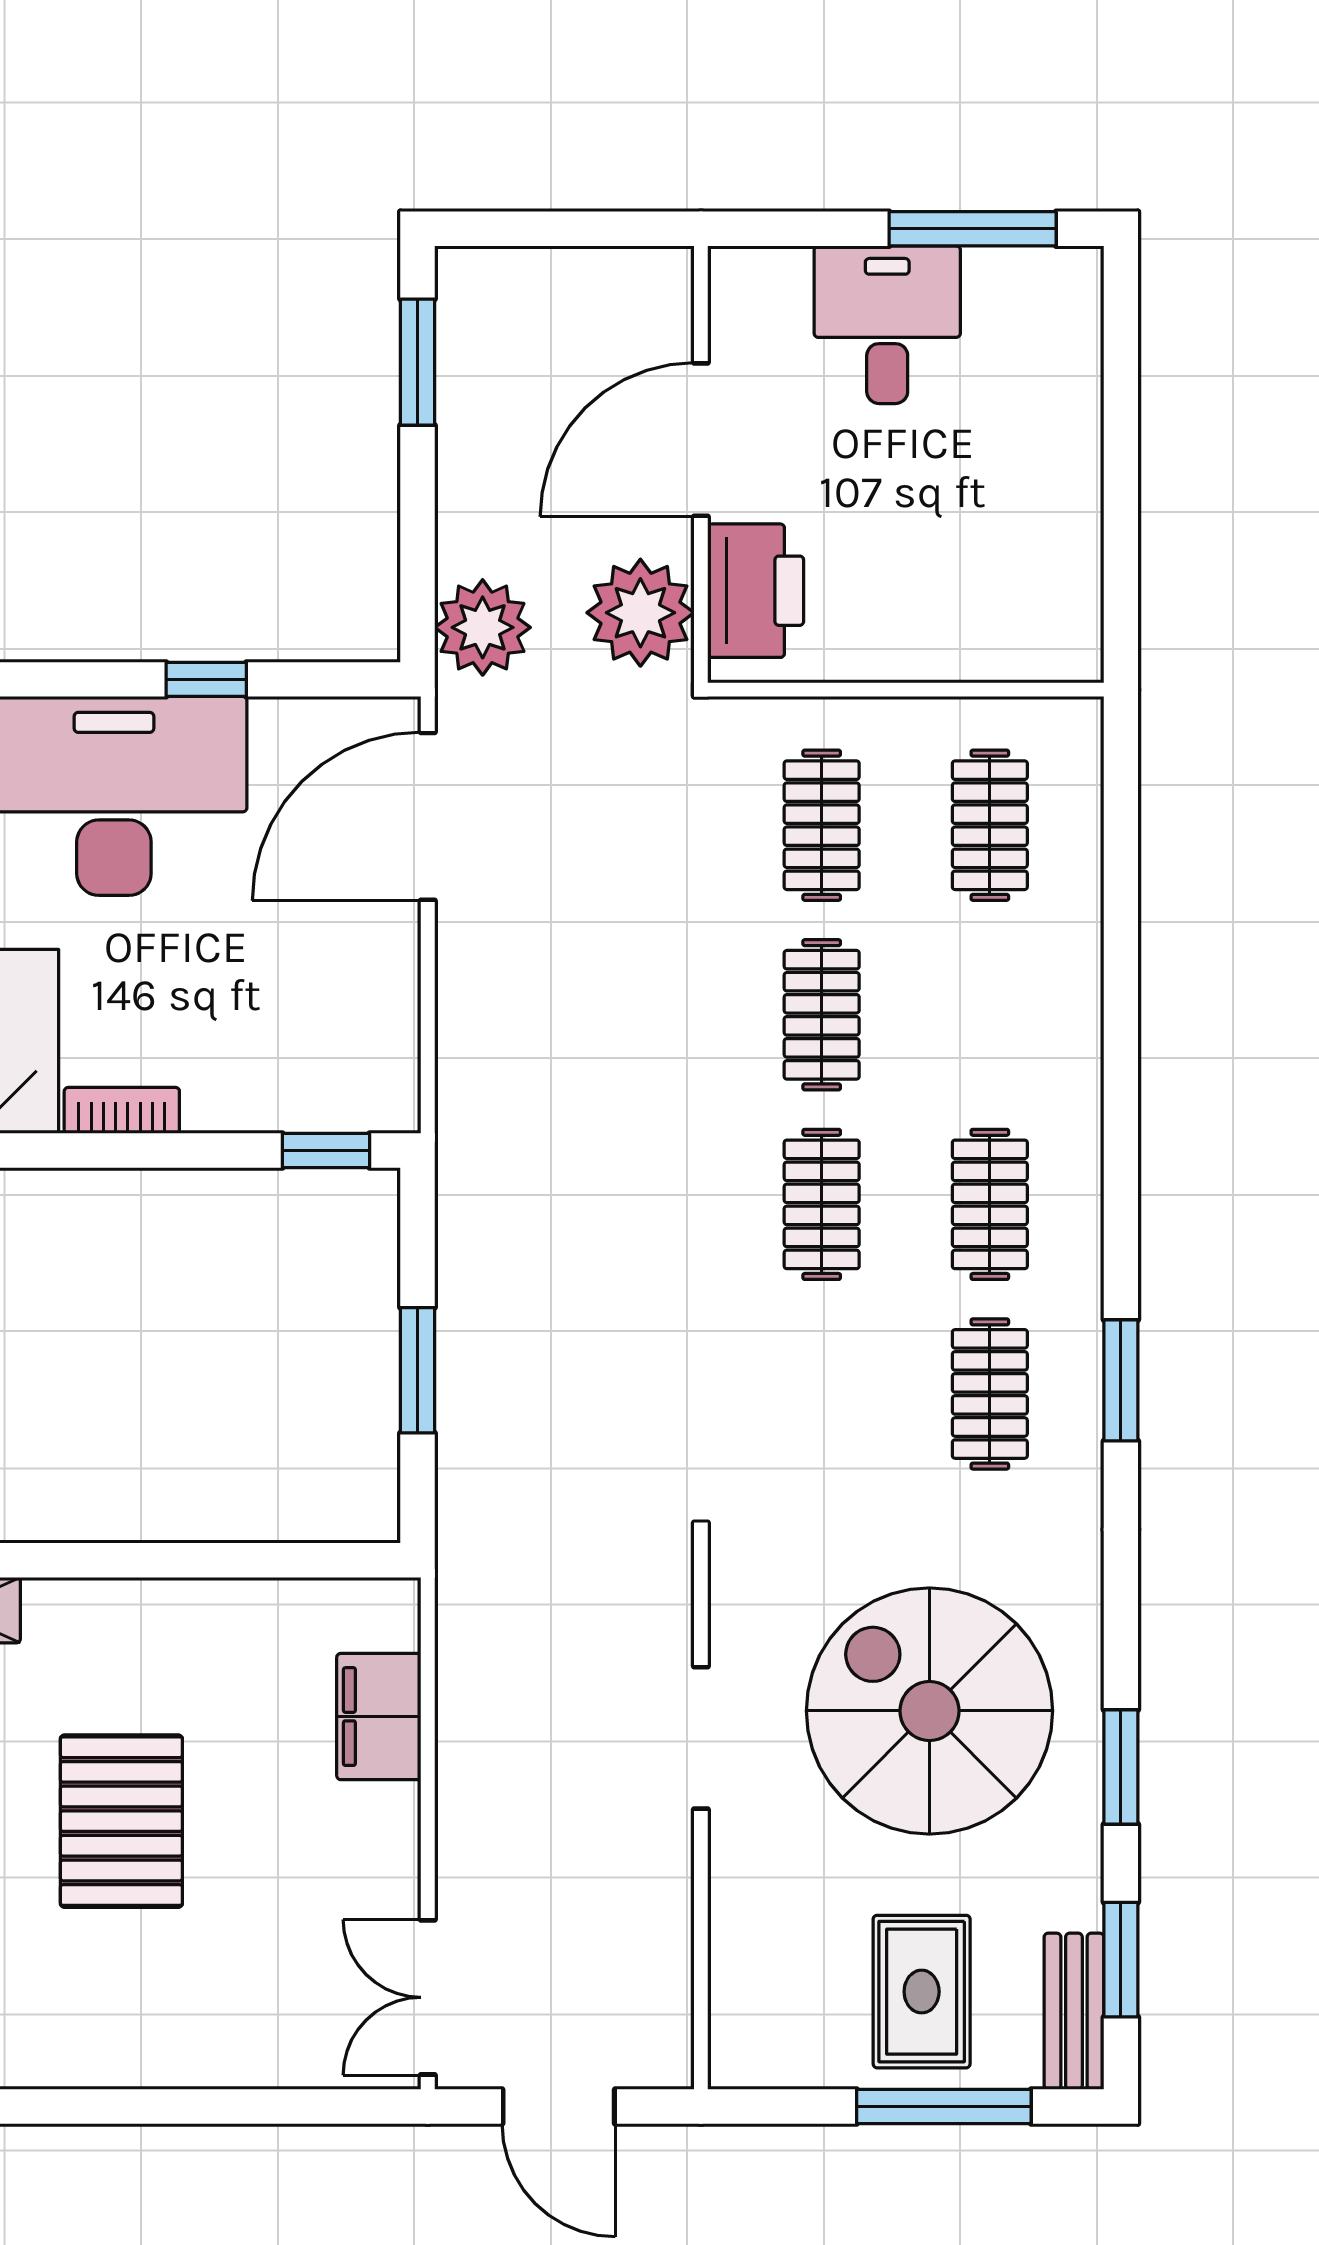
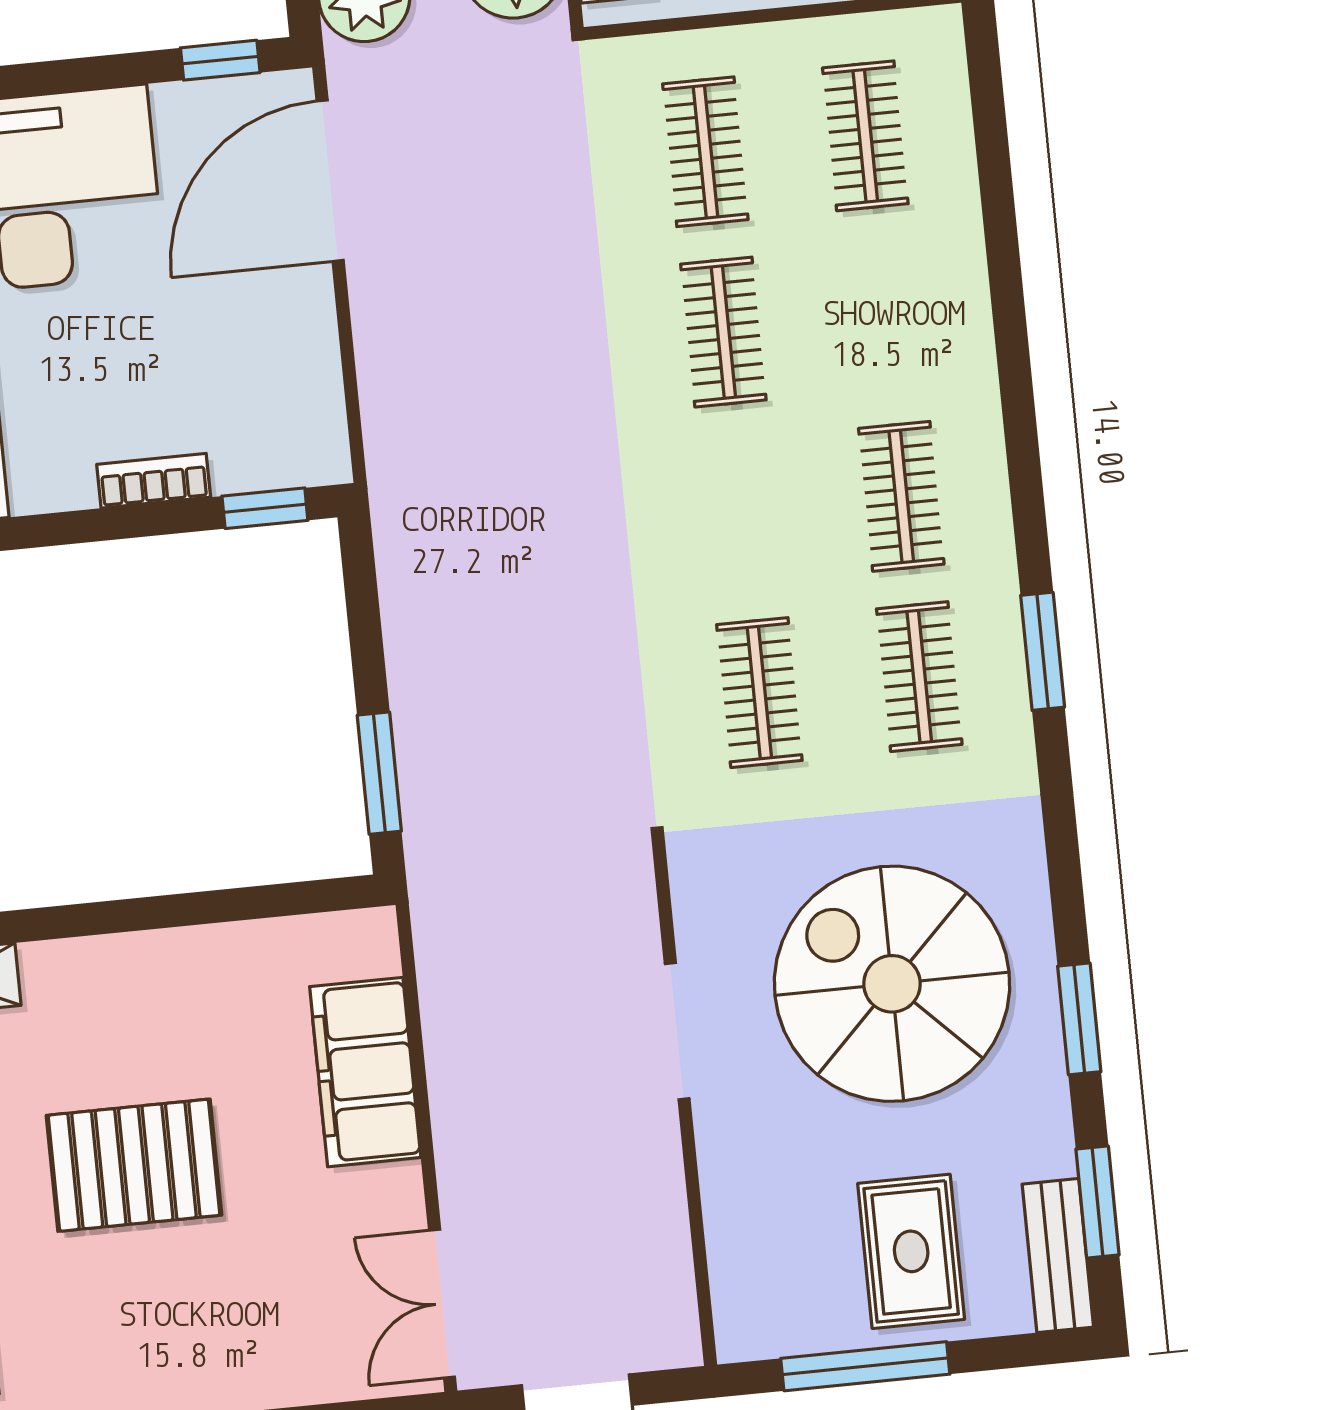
window: (206, 679) -> (220, 60), moved
bookcase: (122, 1110) -> (154, 481), moved
clothes rail: (822, 1204) -> (759, 693), moved
window: (418, 1370) -> (379, 773), moved
filing cabinet: (379, 1717) -> (365, 1072), width x1.50, depth x1.17
pallet: (121, 1821) -> (134, 1165), turned 90
window: (944, 2106) -> (865, 1366), moved

